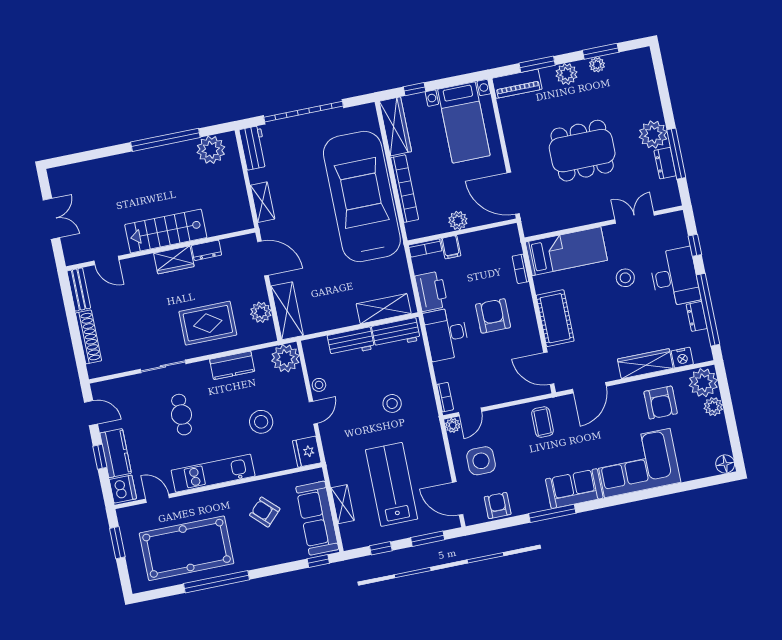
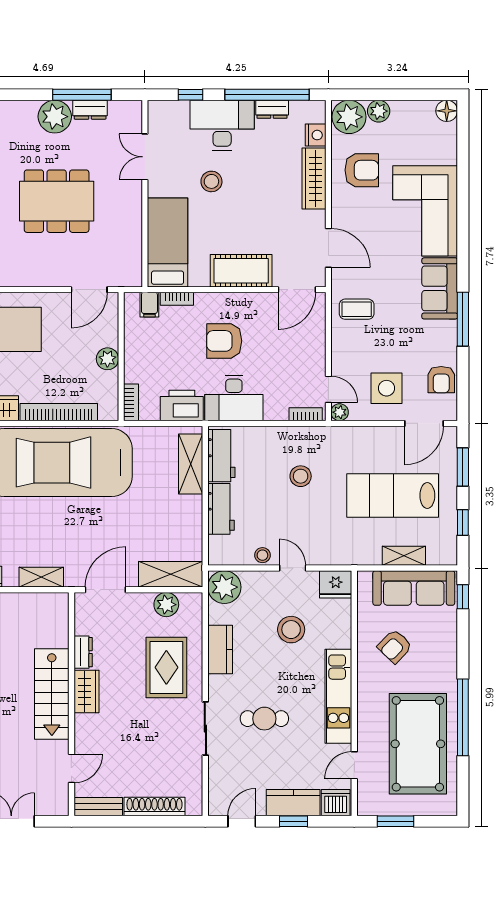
dining table: (582, 151) -> (57, 201), turned 90
door: (513, 193) -> (89, 290), width x0.73
filing cabinet: (451, 247) -> (149, 305), moved, turned 90
armchair: (498, 506) -> (441, 380), turned -90

